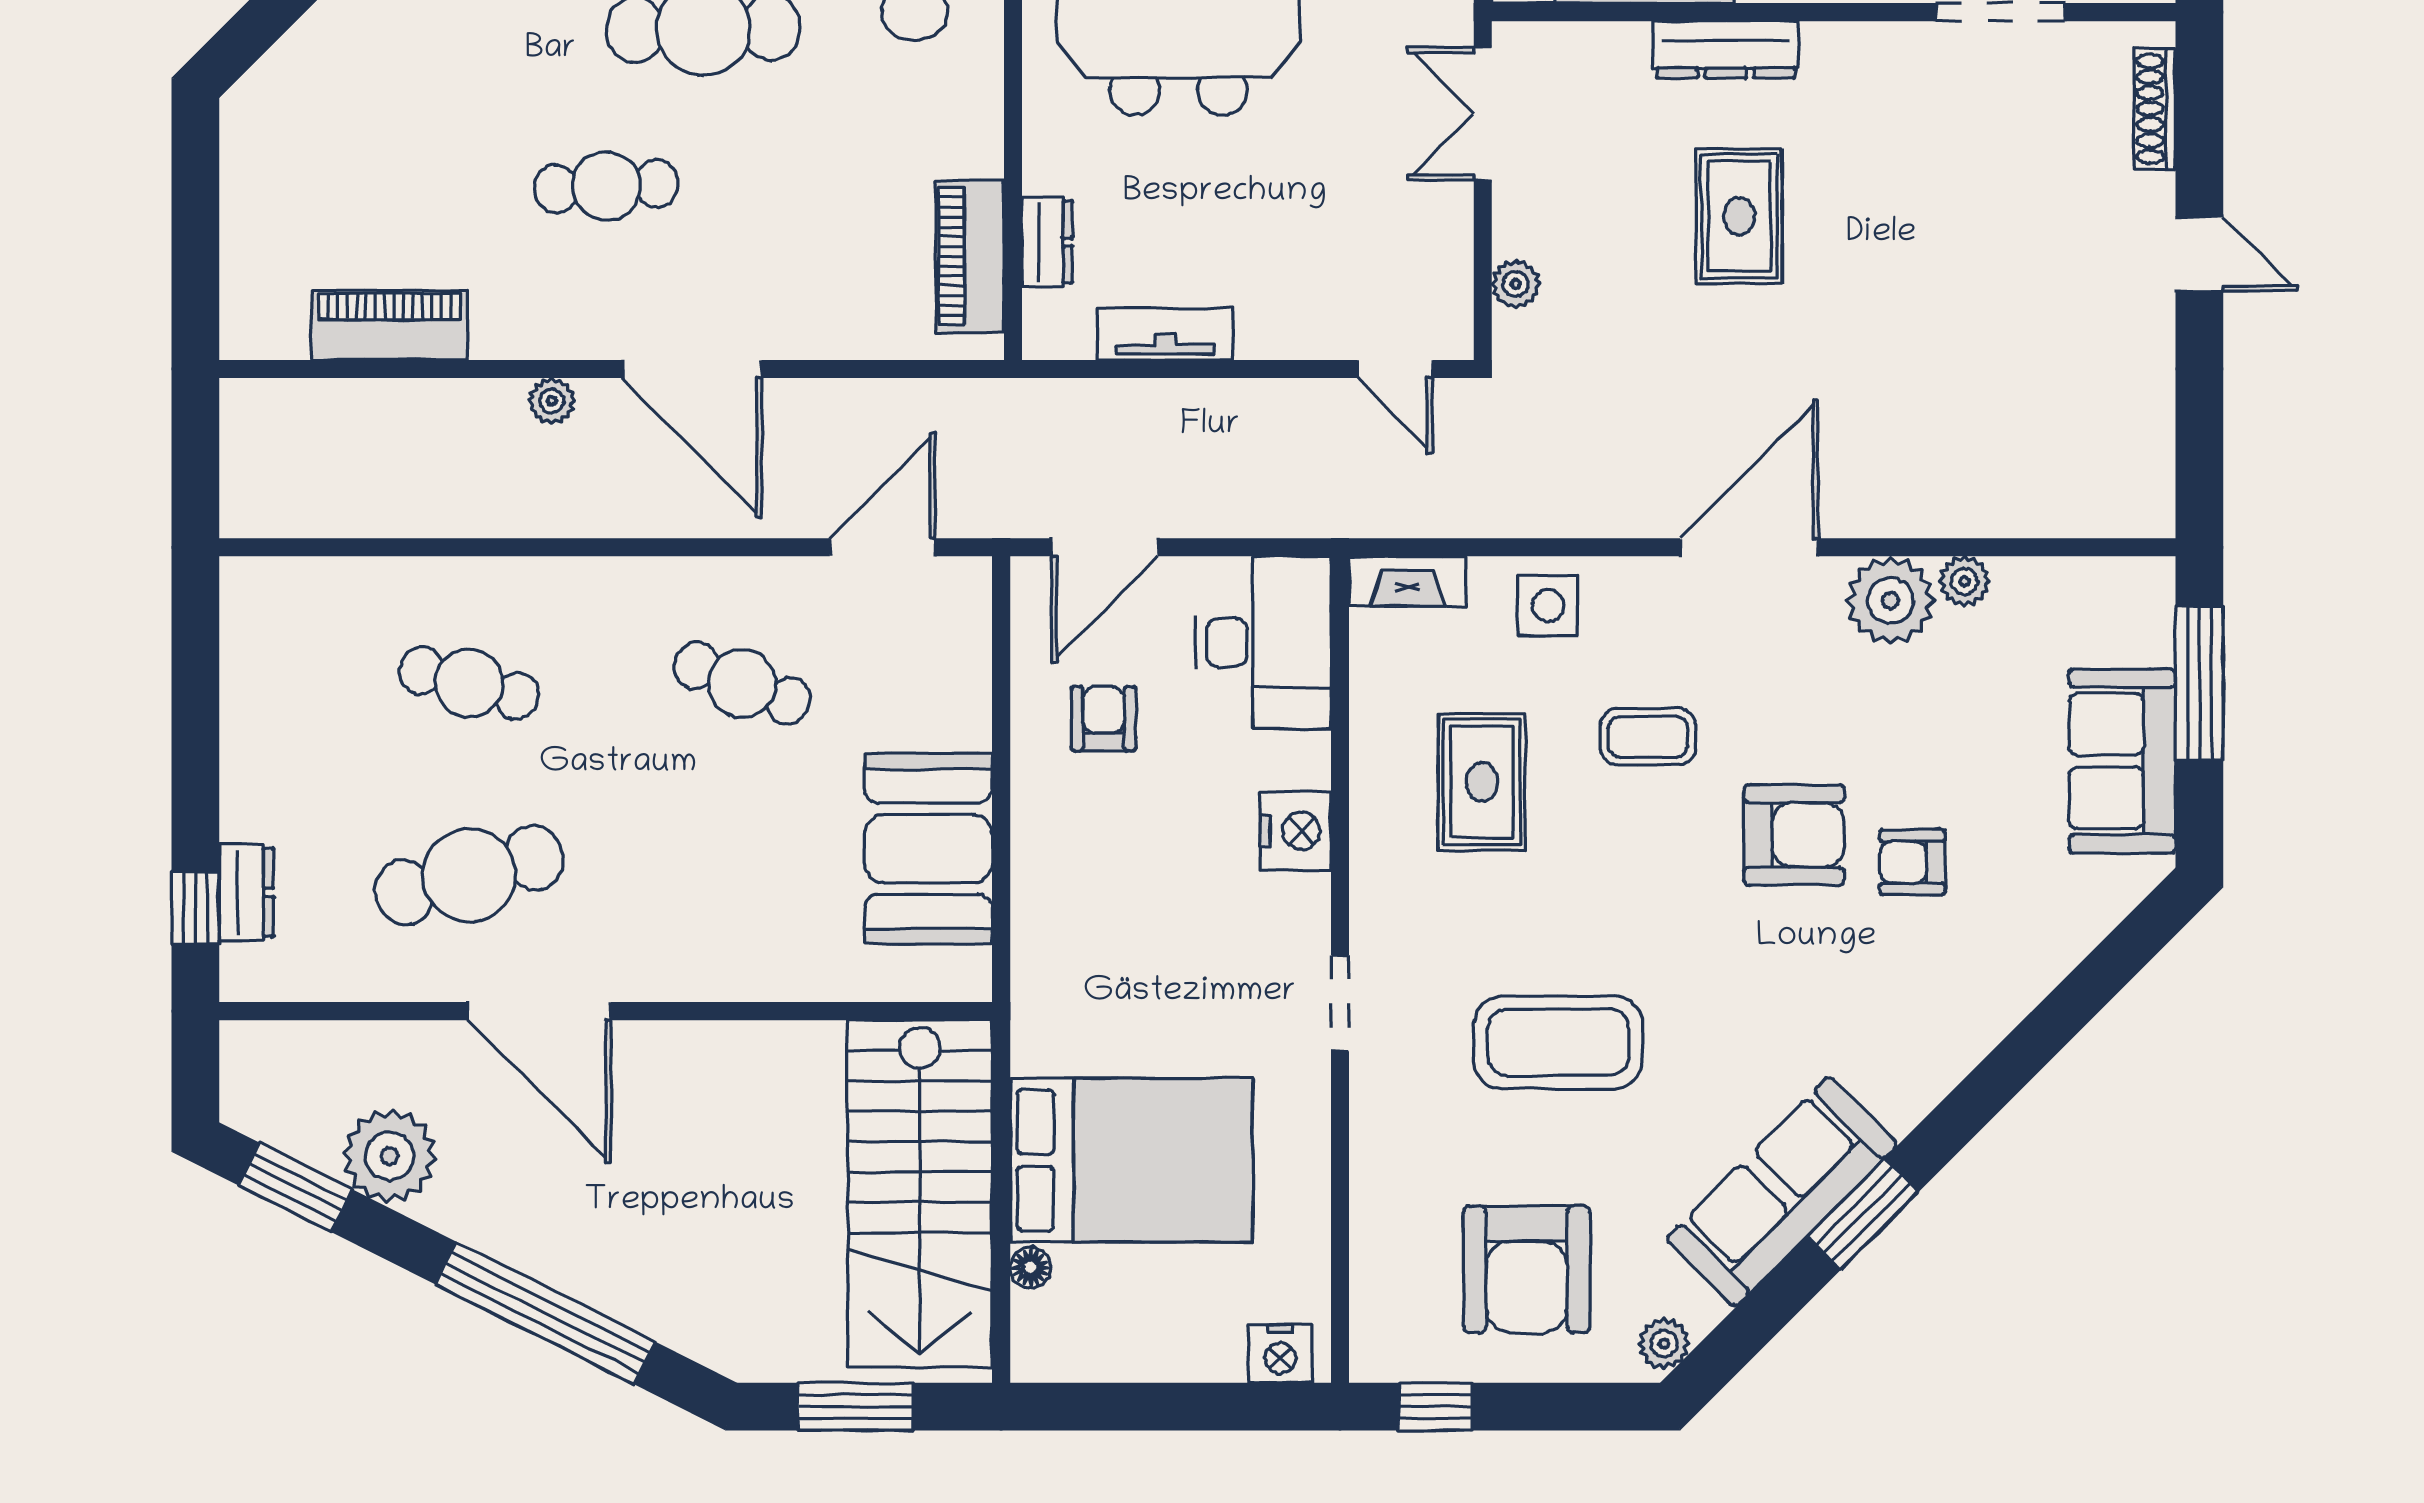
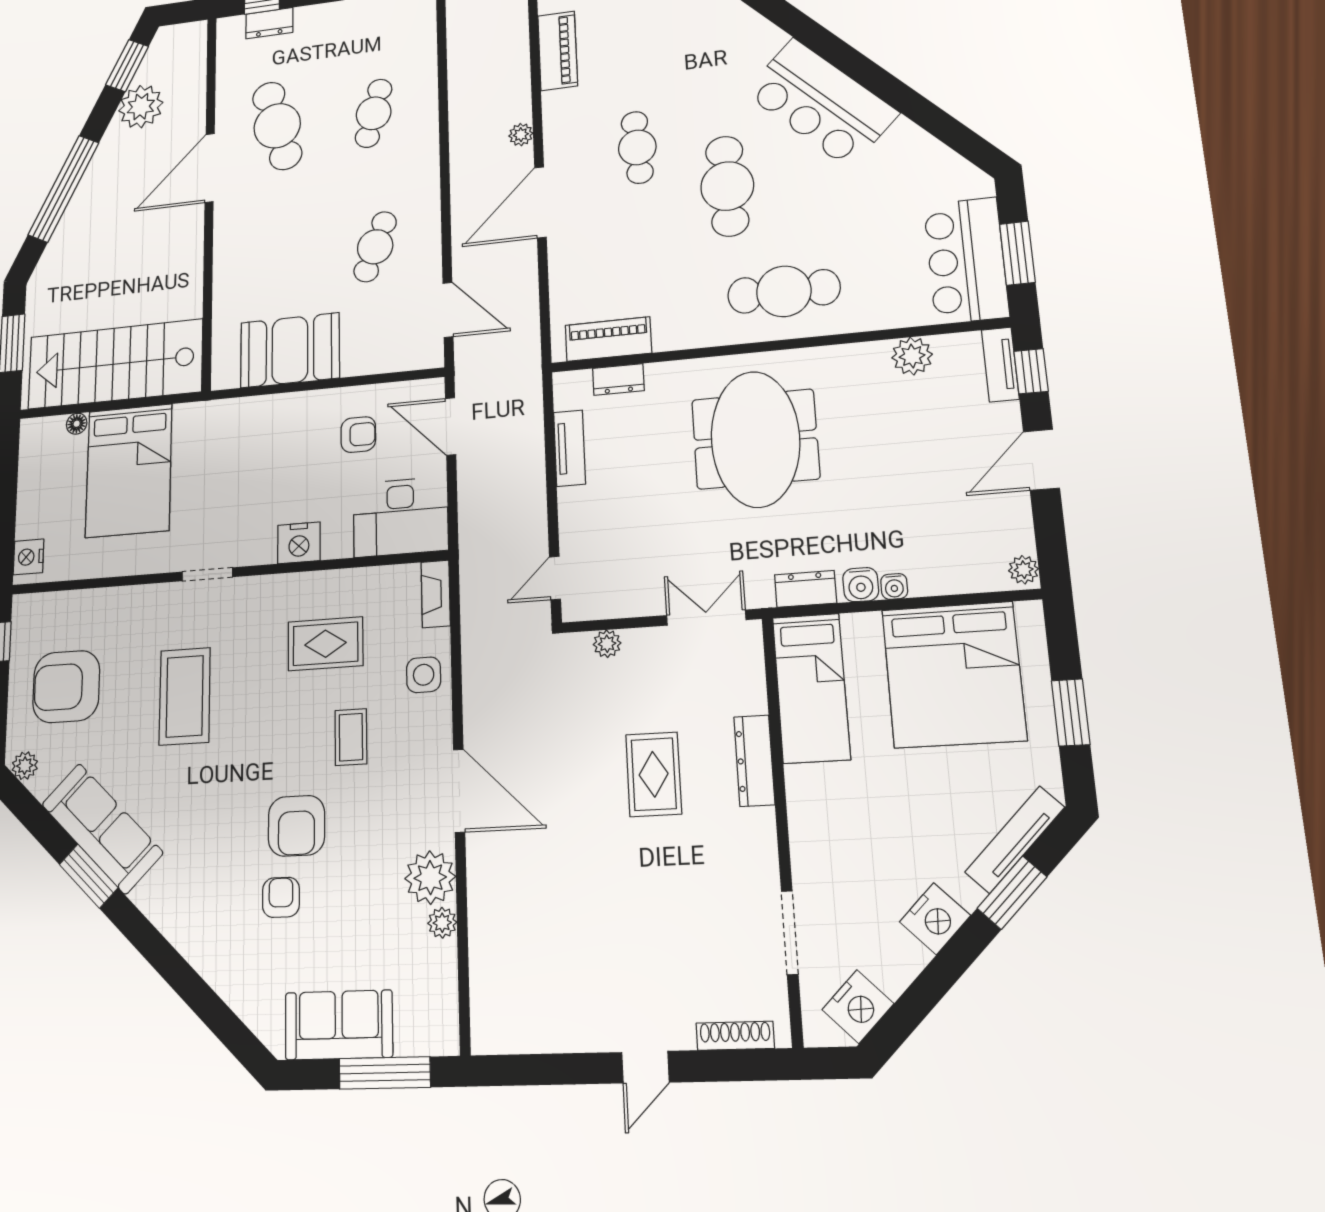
rug: (1739, 216) -> (654, 774), turned 90

